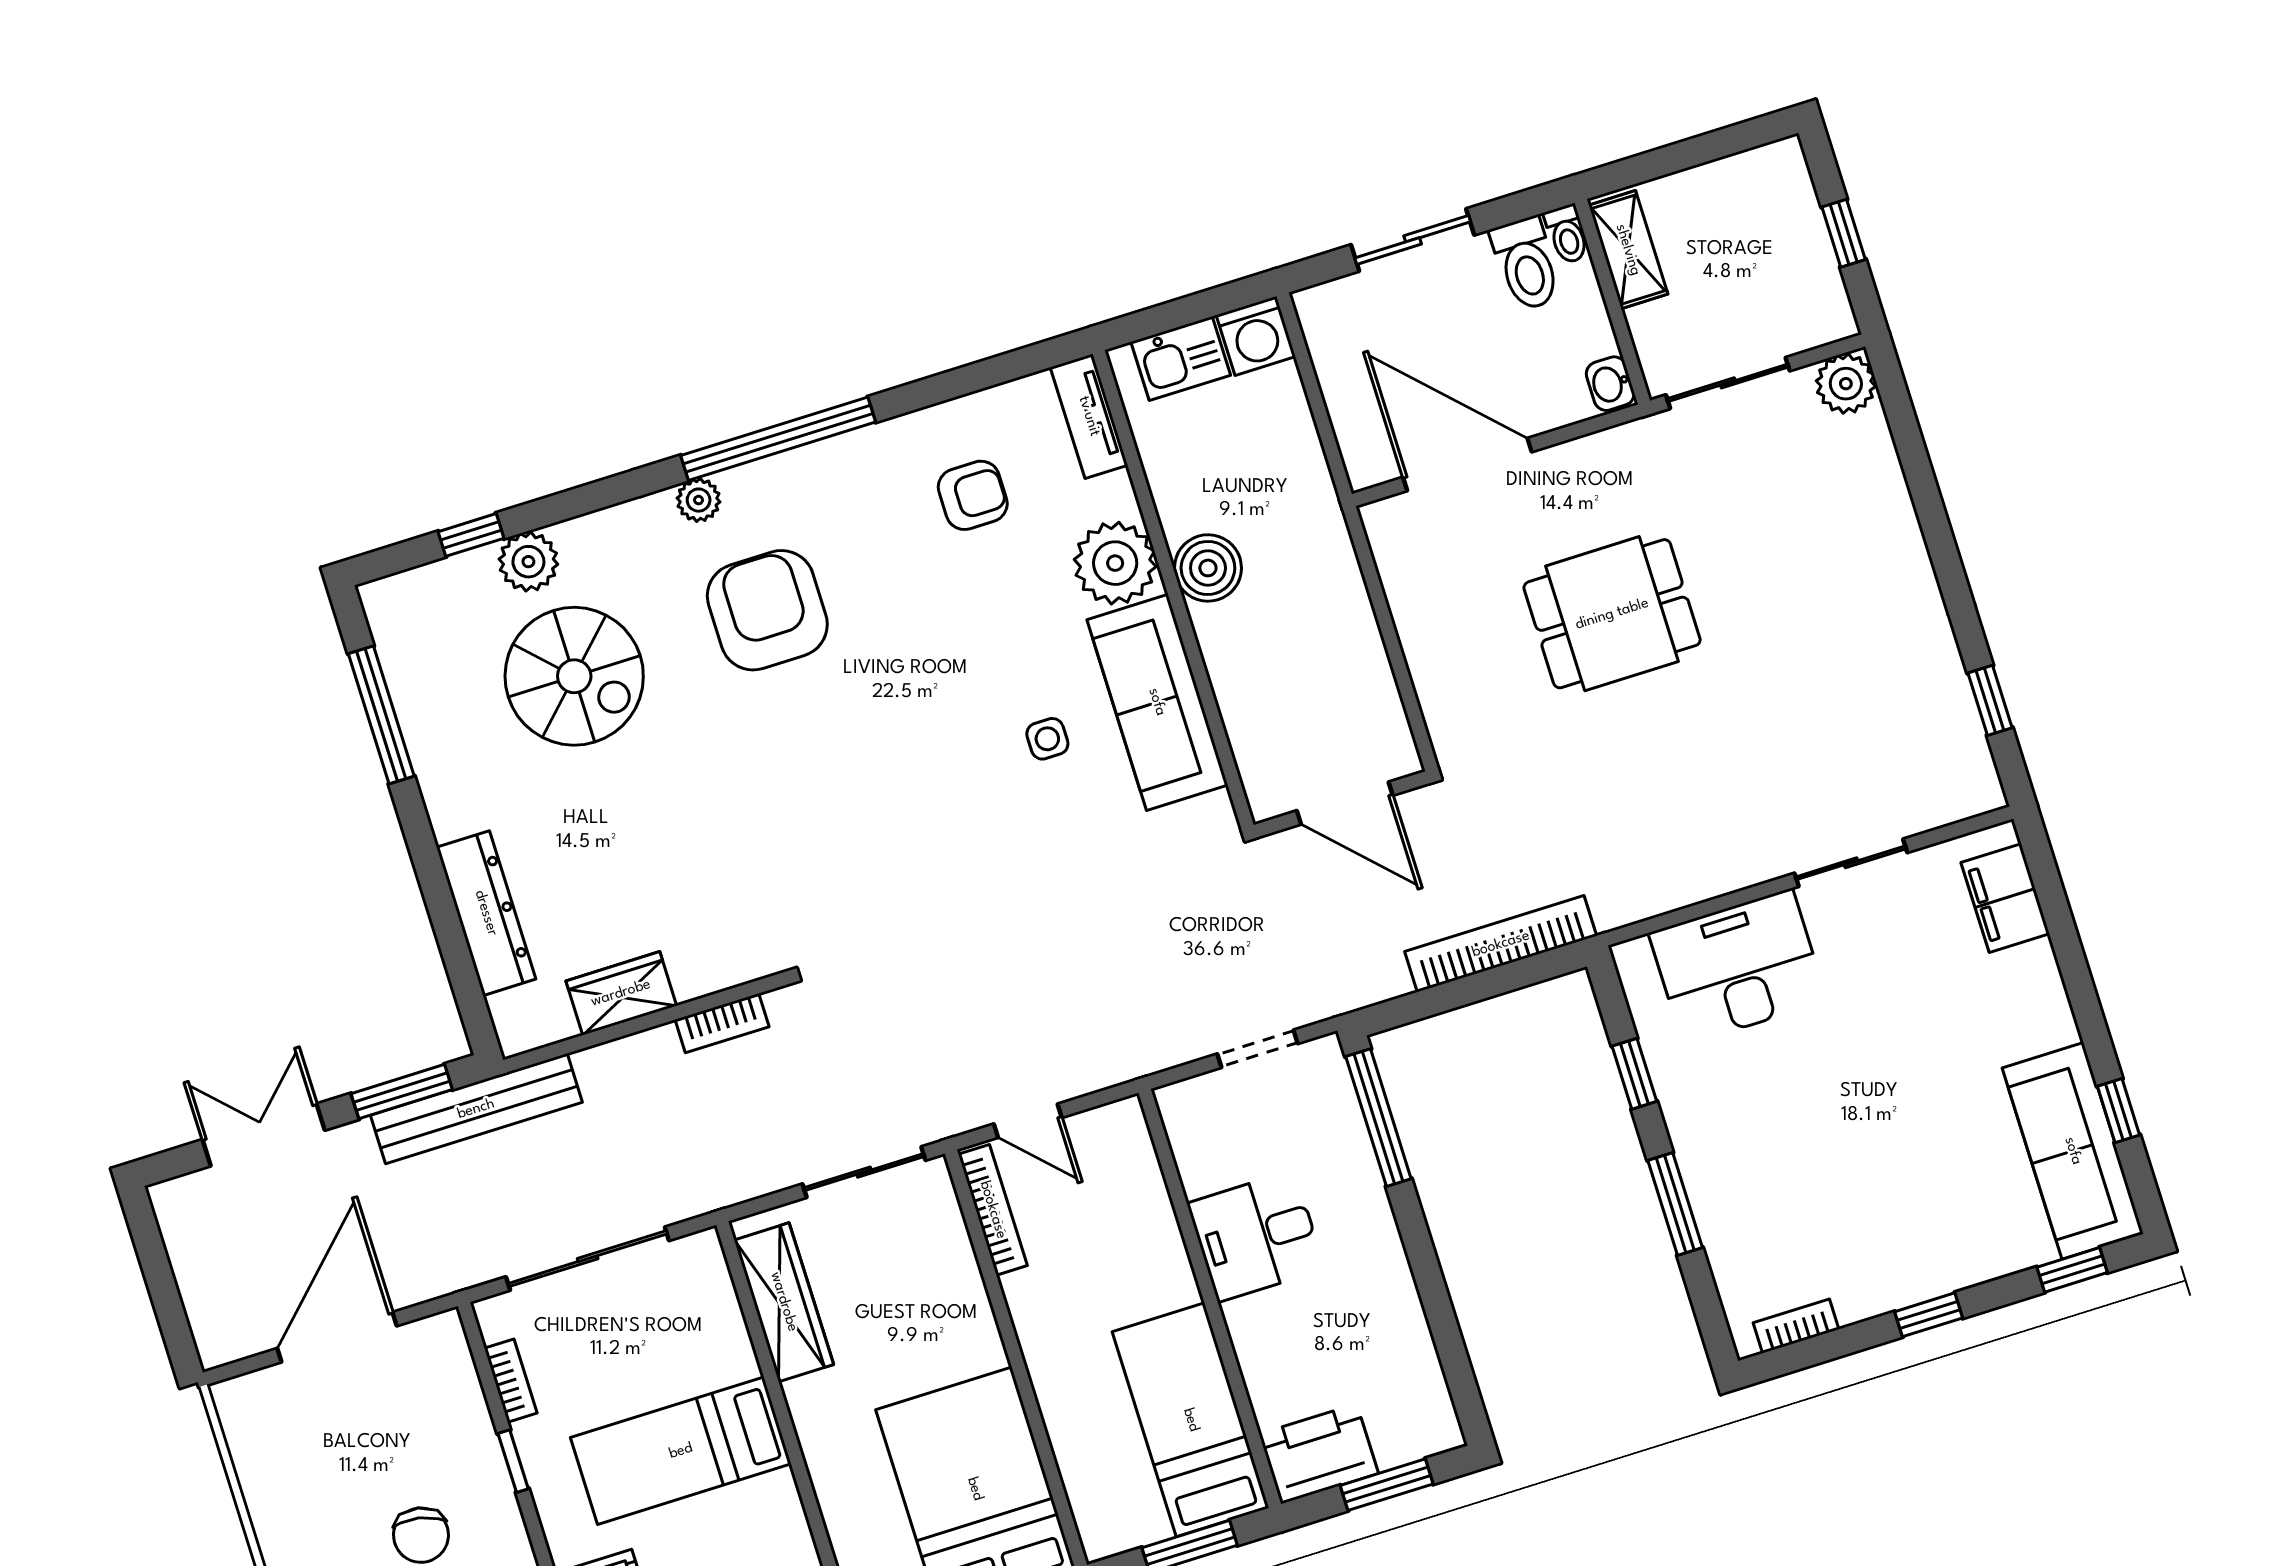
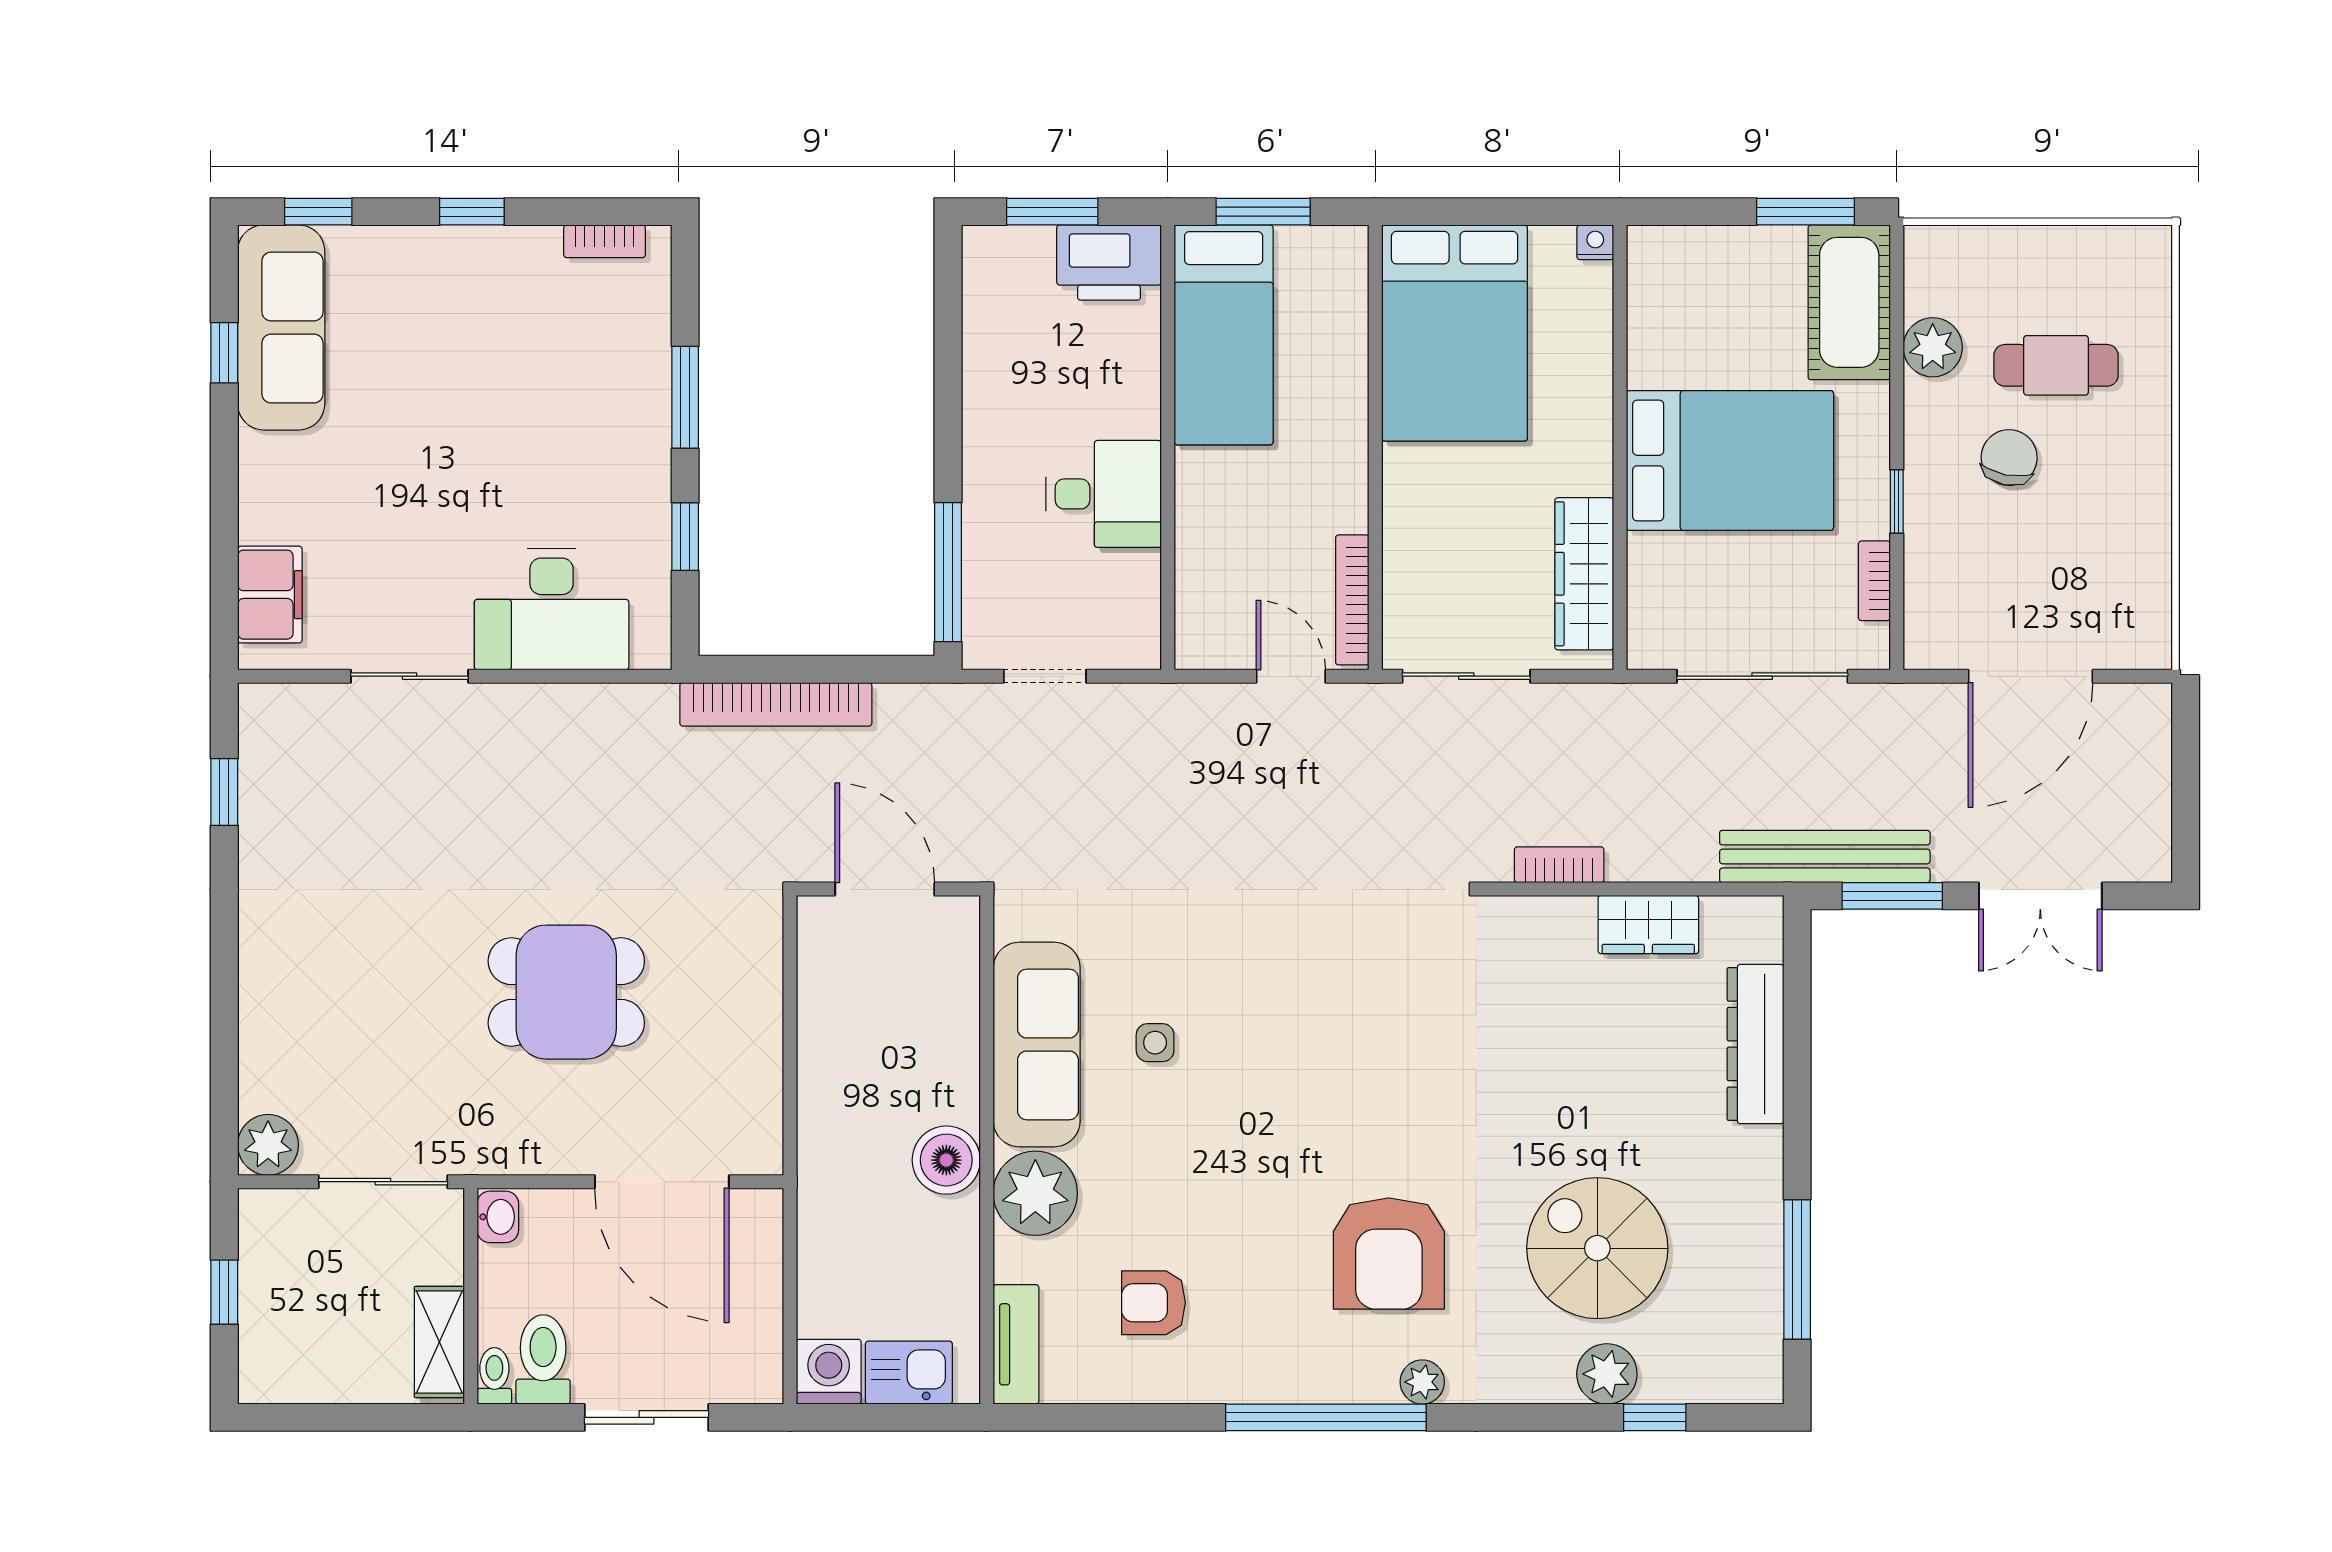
bed: (681, 1451) -> (1730, 461), width x1.50

